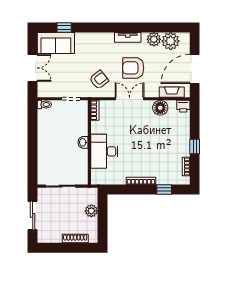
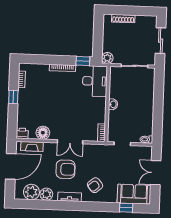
armchair: (99, 80) -> (95, 185), moved
desk: (104, 151) -> (95, 81), moved
window: (164, 190) -> (83, 61), moved
plant: (91, 211) -> (107, 58), moved

